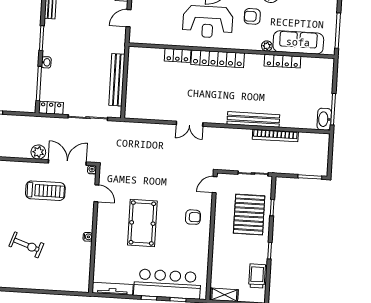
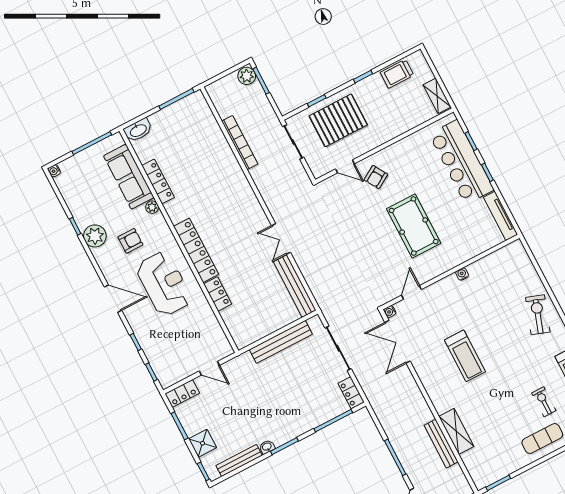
armchair: (252, 16) -> (130, 241), turned -90
washbasin: (46, 62) -> (267, 447), moved
bench: (253, 119) -> (295, 286), moved
washbasin: (324, 119) -> (138, 130), moved
double door: (190, 124) -> (281, 239), swing flipped
plant: (38, 152) -> (247, 76), moved
door: (215, 185) -> (345, 166), moved
treadmill: (45, 191) -> (465, 356), moved, turned 180
armchair: (193, 217) -> (376, 177), turned -121
pool table: (142, 223) -> (414, 226), turned 90
exercise bike: (26, 245) -> (538, 315), moved

